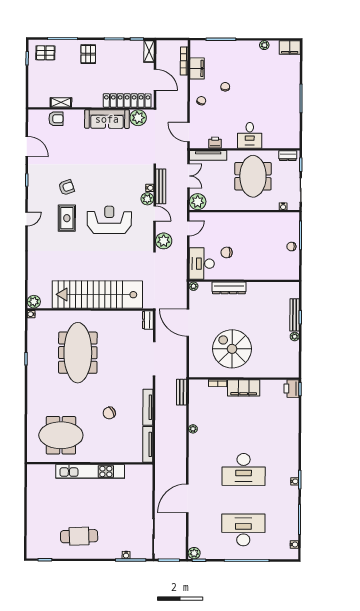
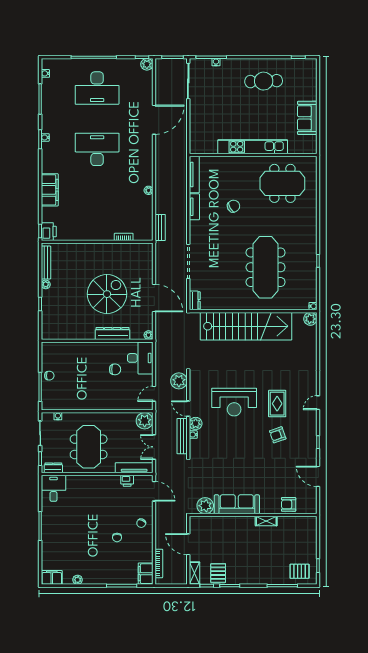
pallet: (88, 54) -> (218, 573), moved
filing cabinet: (197, 68) -> (146, 574), moved
locker: (127, 101) -> (216, 523), removed
shelving: (61, 102) -> (266, 521), moved
desk: (250, 135) -> (53, 488), moved
bench: (295, 315) -> (46, 263), moved
spiral stairs: (232, 349) -> (107, 294), moved, turned -90
filing cabinet: (244, 388) -> (50, 190), moved, turned 90
tv unit: (148, 407) -> (194, 207), width x0.71
sofa: (36, 500) -> (307, 118), added

